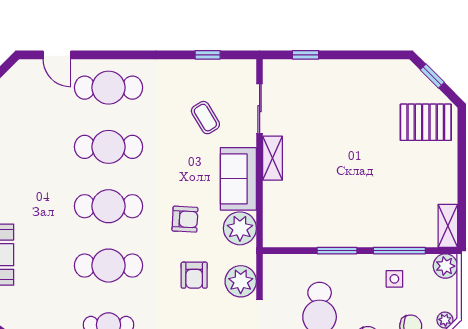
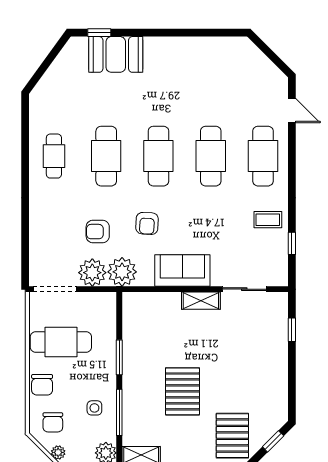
door: (57, 55) -> (292, 111), swing flipped
coffee table: (205, 118) -> (268, 220), moved, turned 31
pallet: (376, 179) -> (182, 391), added
plant: (240, 228) -> (122, 272), moved

